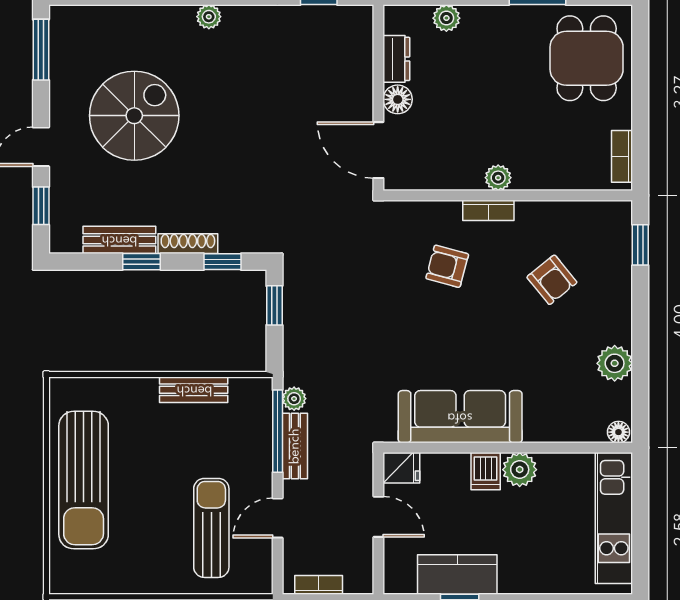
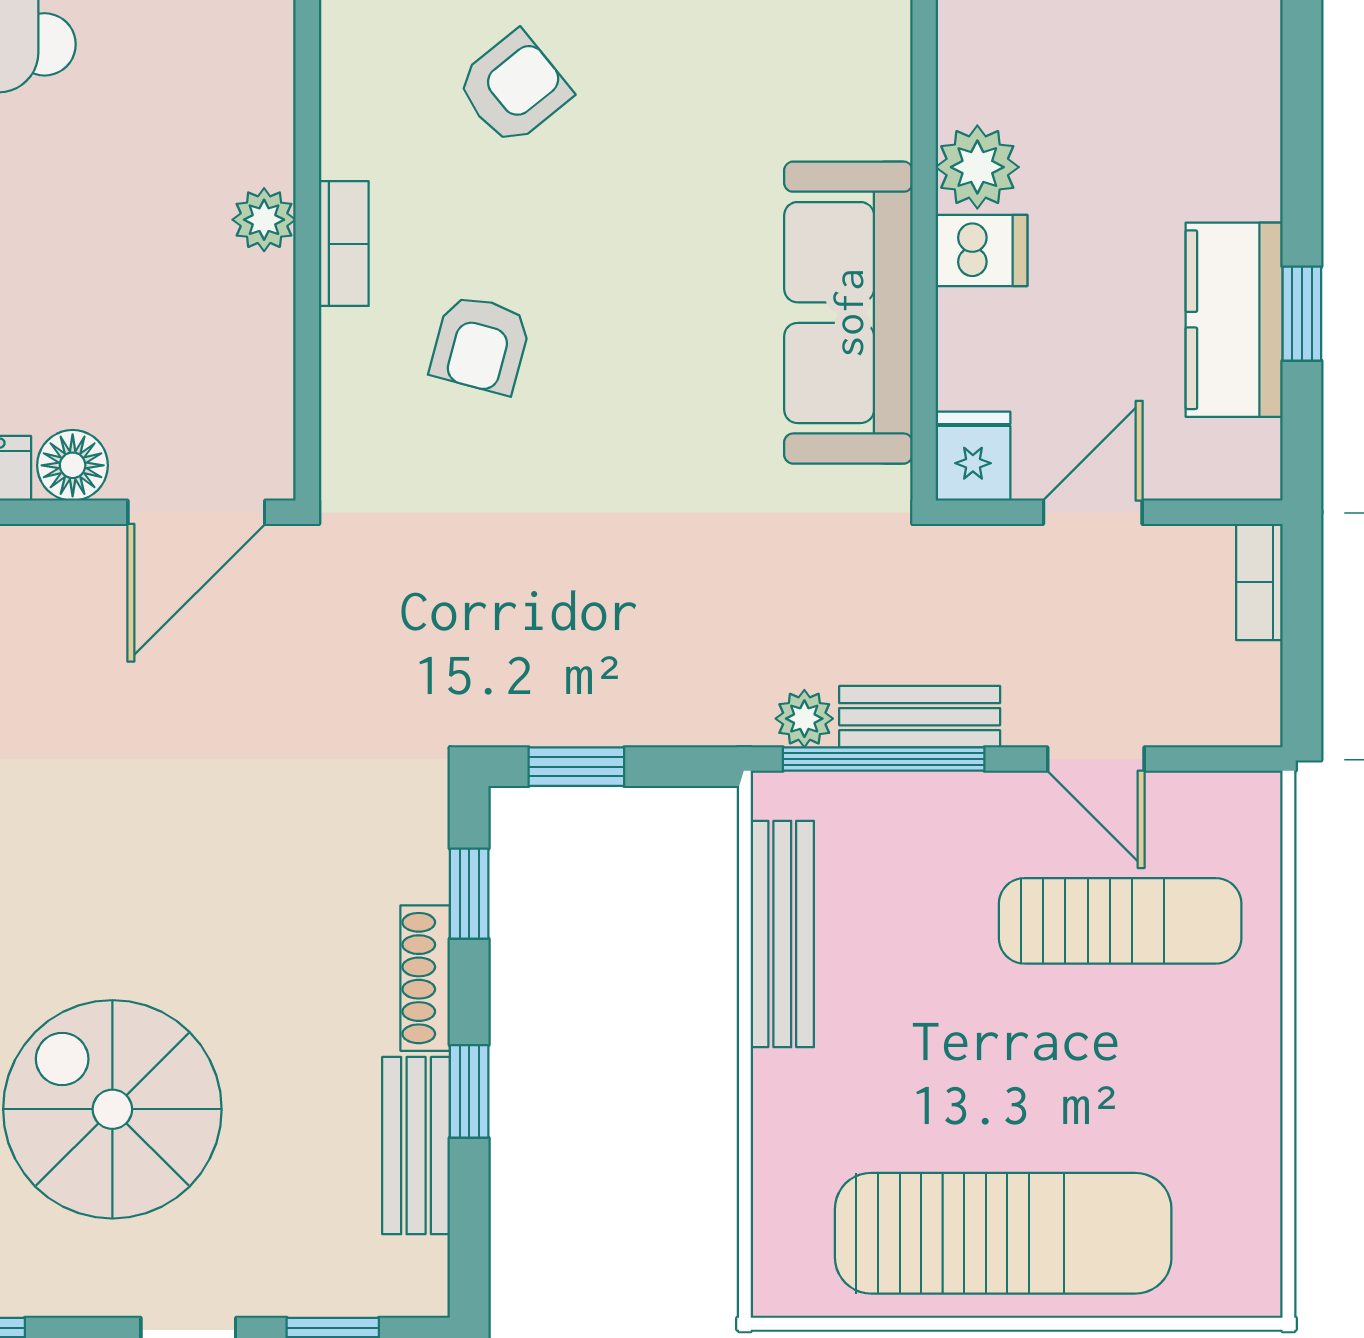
bench: (194, 390) -> (782, 934), width x1.36
sun lounger: (211, 528) -> (1120, 921), turned 180
bookcase: (319, 585) -> (1259, 582), moved

